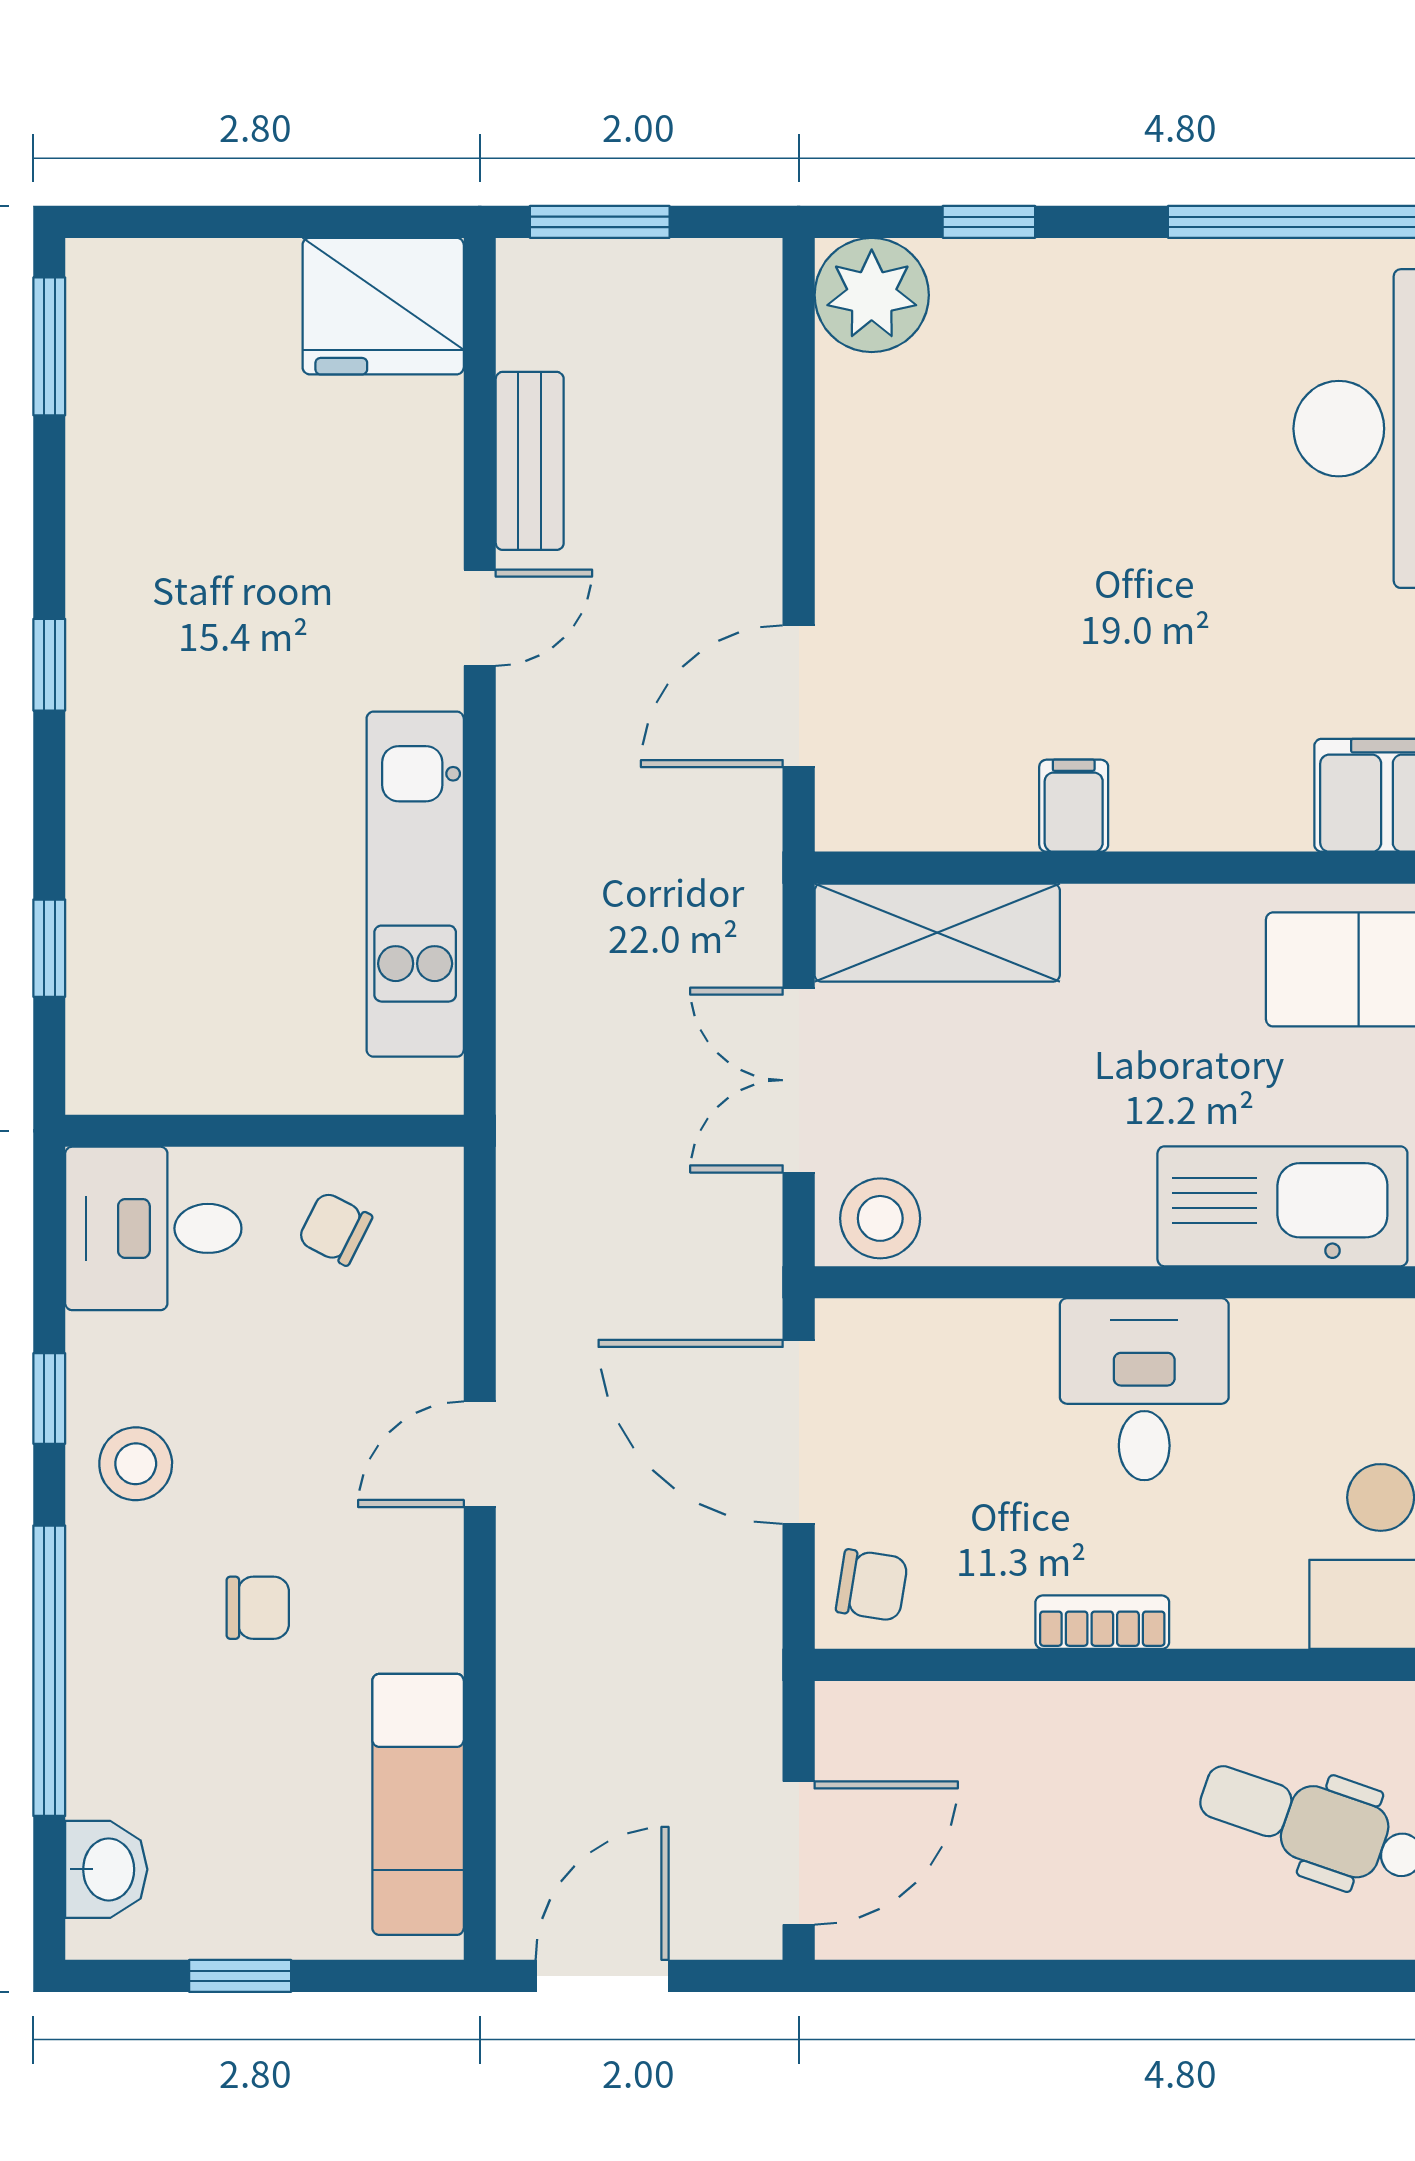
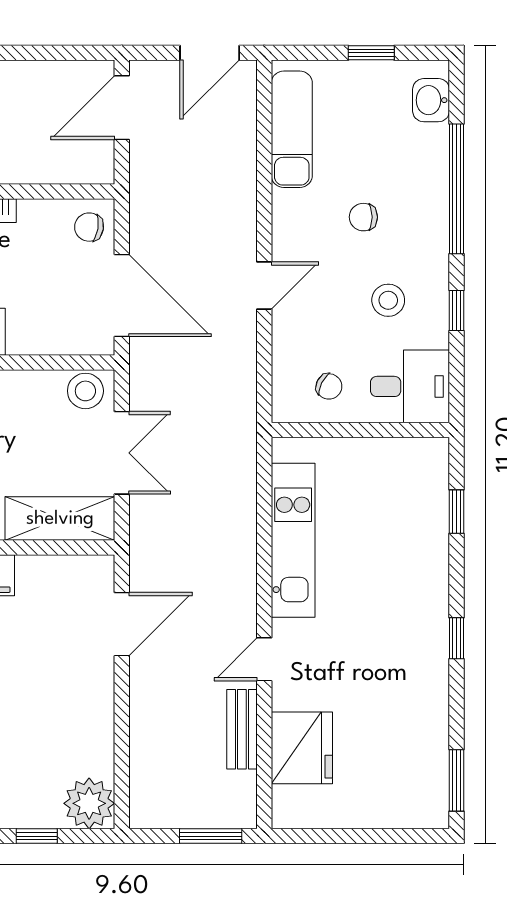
fridge: (383, 306) -> (302, 748), moved, turned 90
stool: (136, 1464) -> (388, 300), moved

